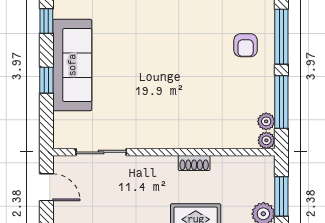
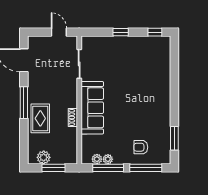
sofa: (72, 65) -> (92, 108), moved, turned -90
plant: (266, 140) -> (108, 159), moved
door: (46, 187) -> (59, 32), swing flipped

